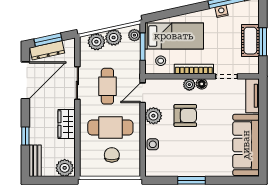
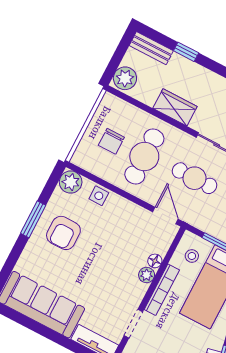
floor lamp: (202, 84) -> (155, 261), moved
plant: (153, 116) -> (71, 182), moved
armchair: (185, 116) -> (63, 233), moved
chair: (112, 155) -> (111, 141), turned 90

